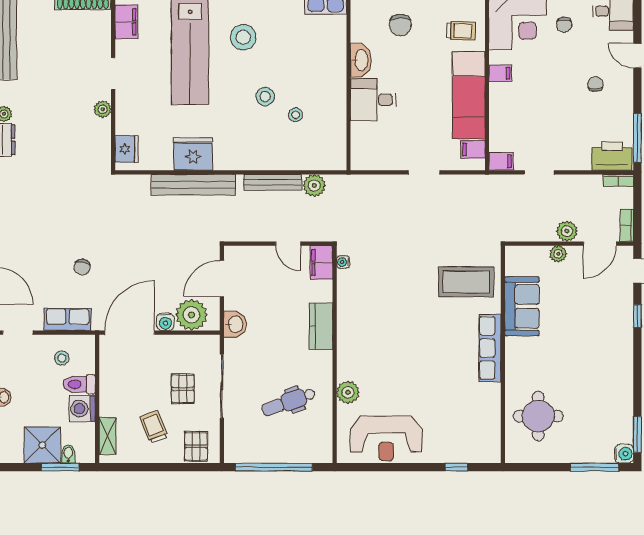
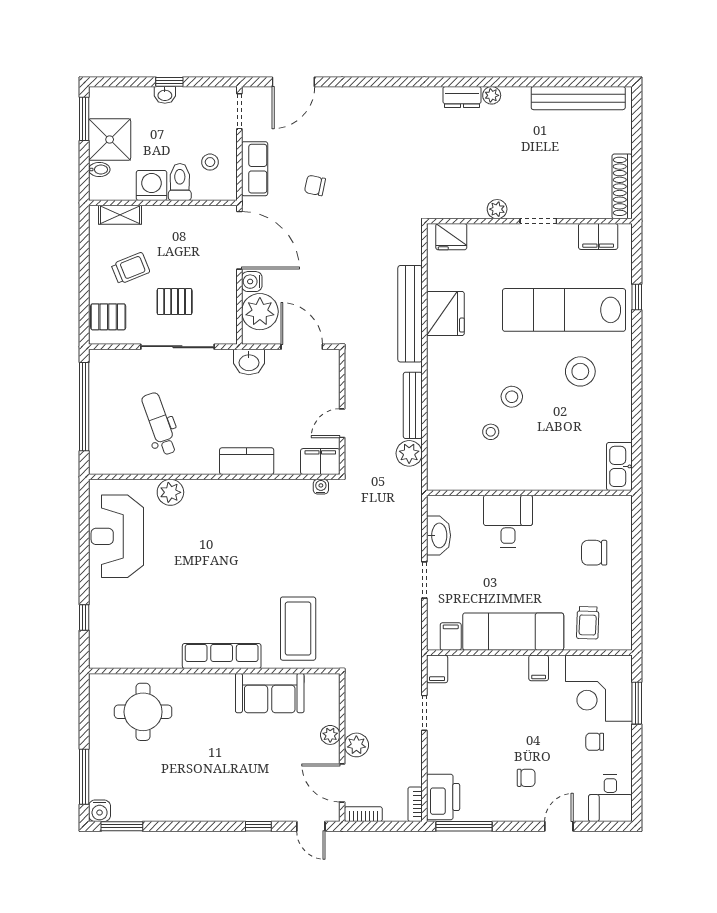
washbasin: (361, 60) -> (439, 535), moved, turned -90
window: (60, 467) -> (84, 119), moved

